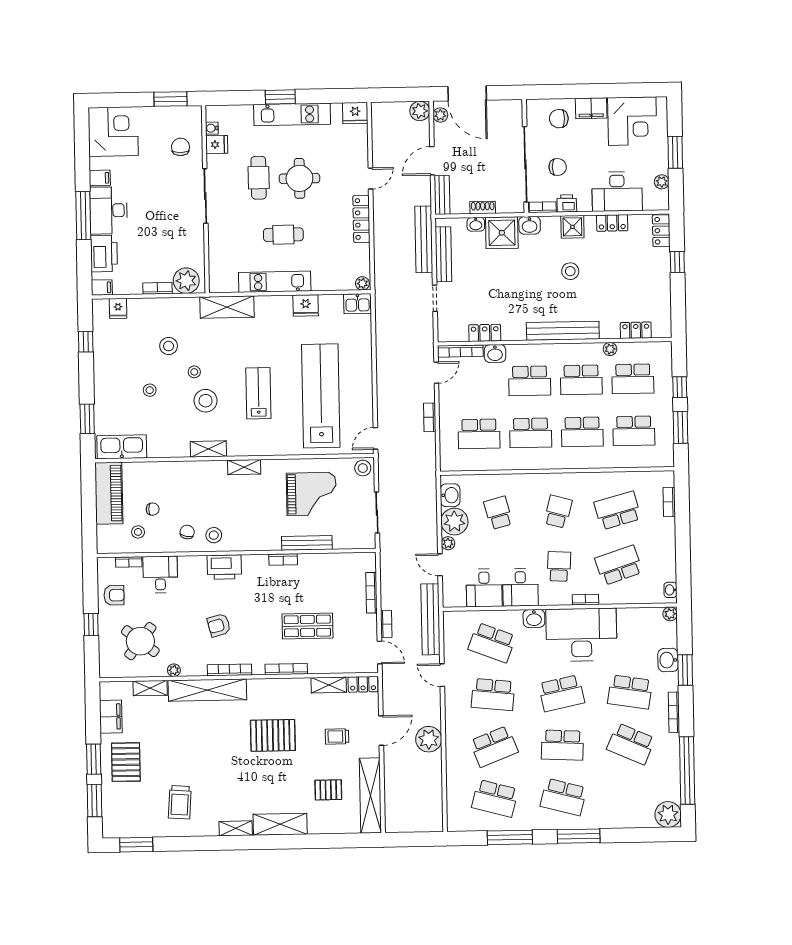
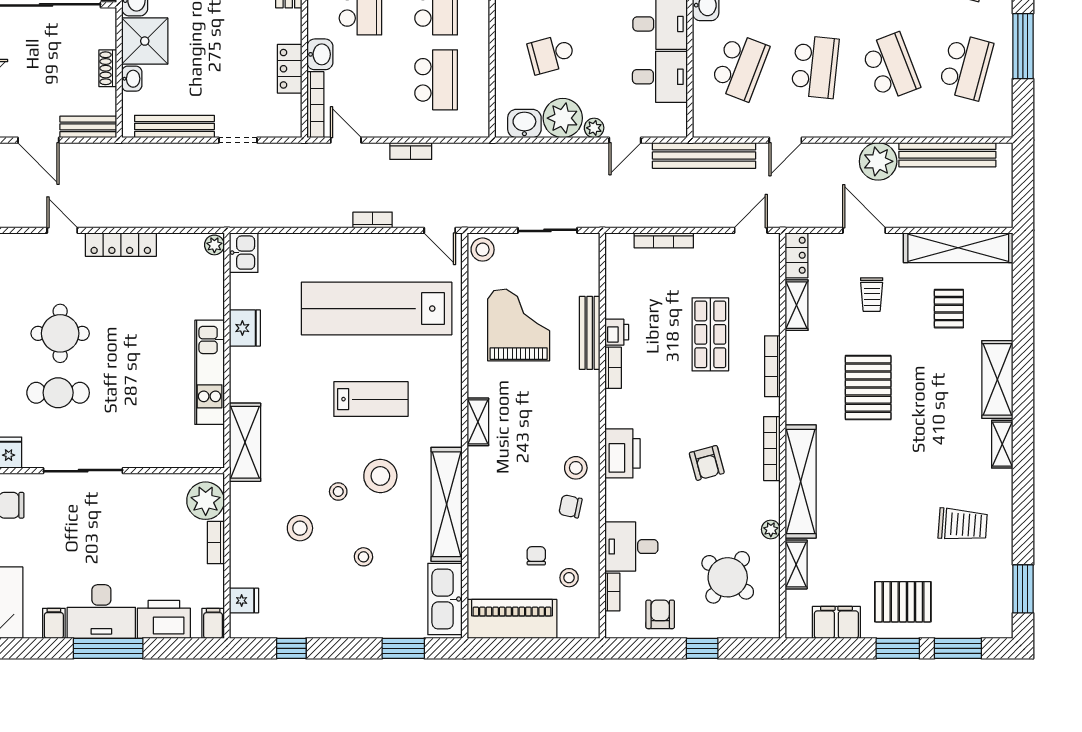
cafe table: (283, 235) -> (141, 358), removed
bench: (424, 239) -> (947, 155), moved
lab bench: (258, 393) -> (371, 399), turned 180
shelving: (208, 449) -> (447, 504), width x2.20, depth x1.33
printer: (308, 562) -> (617, 332), added
bookcase: (386, 624) -> (373, 220), moved

